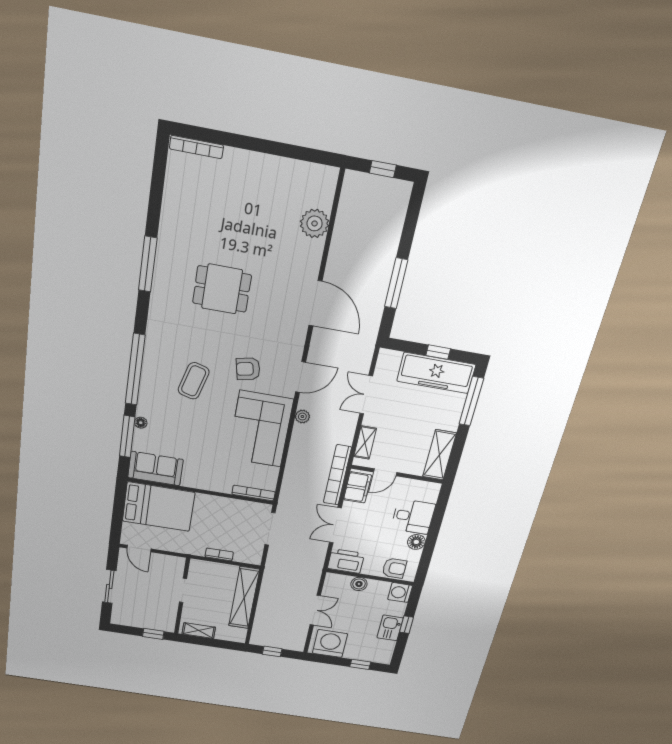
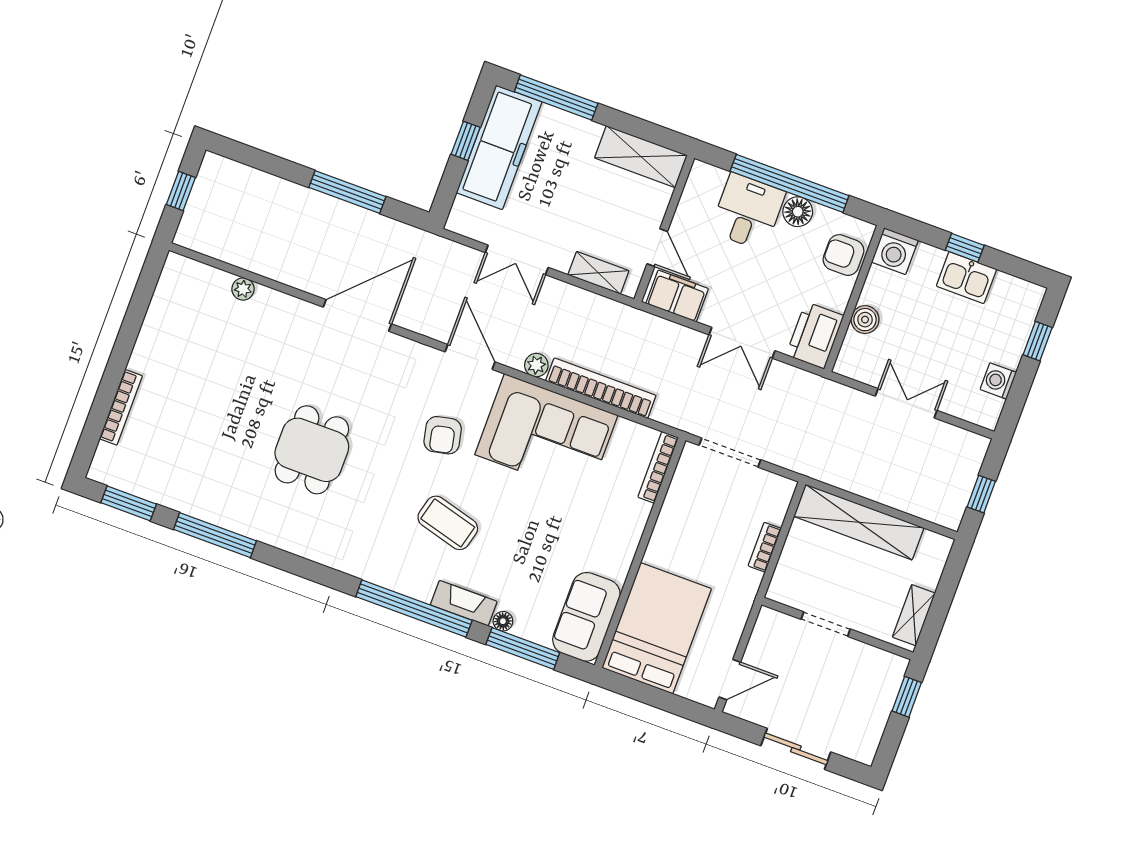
bookcase: (196, 147) -> (121, 407), moved
window: (159, 170) -> (129, 503), added
plant: (315, 223) -> (243, 289), width x0.53, depth x0.53
window: (148, 264) -> (215, 535), moved
fireplace: (146, 398) -> (464, 603), added
bookcase: (337, 475) -> (601, 388), moved, turned 180
window: (432, 535) -> (790, 183), added
armchair: (394, 568) -> (843, 255), turned -90
washing machine: (330, 643) -> (998, 381), width x0.53, depth x0.53

